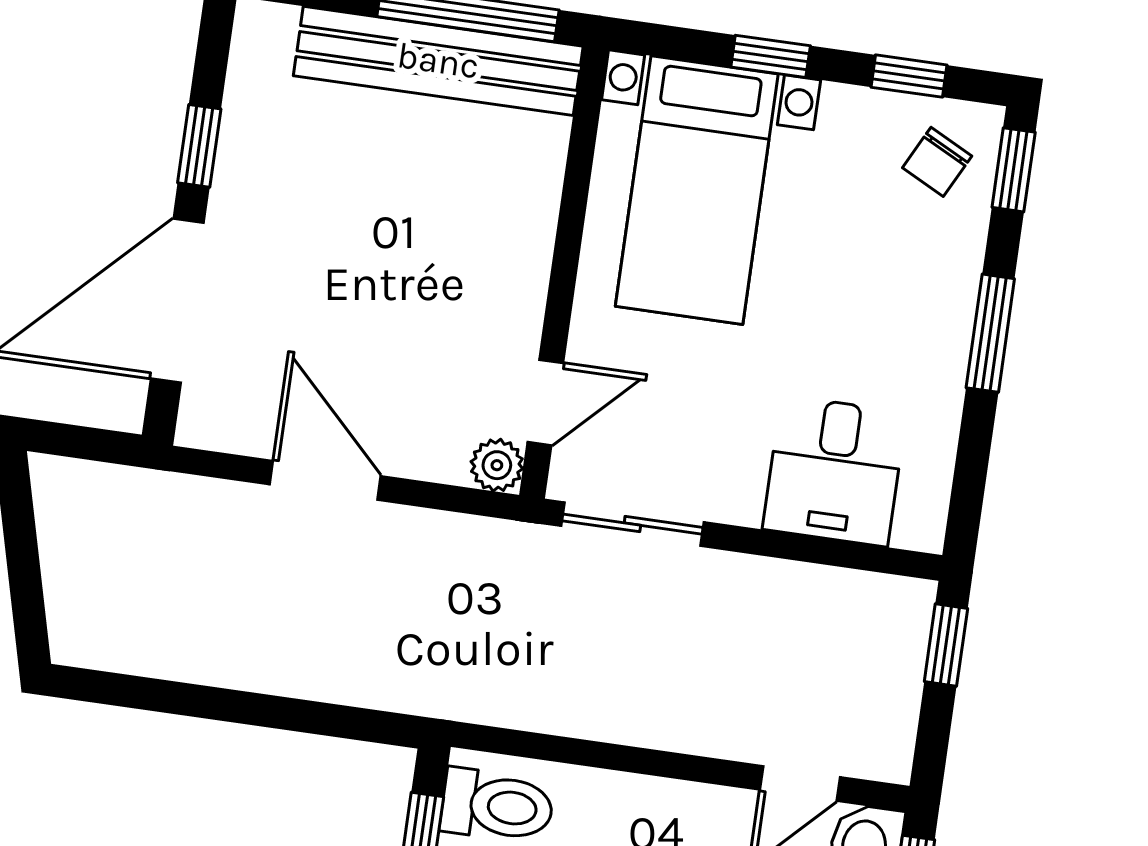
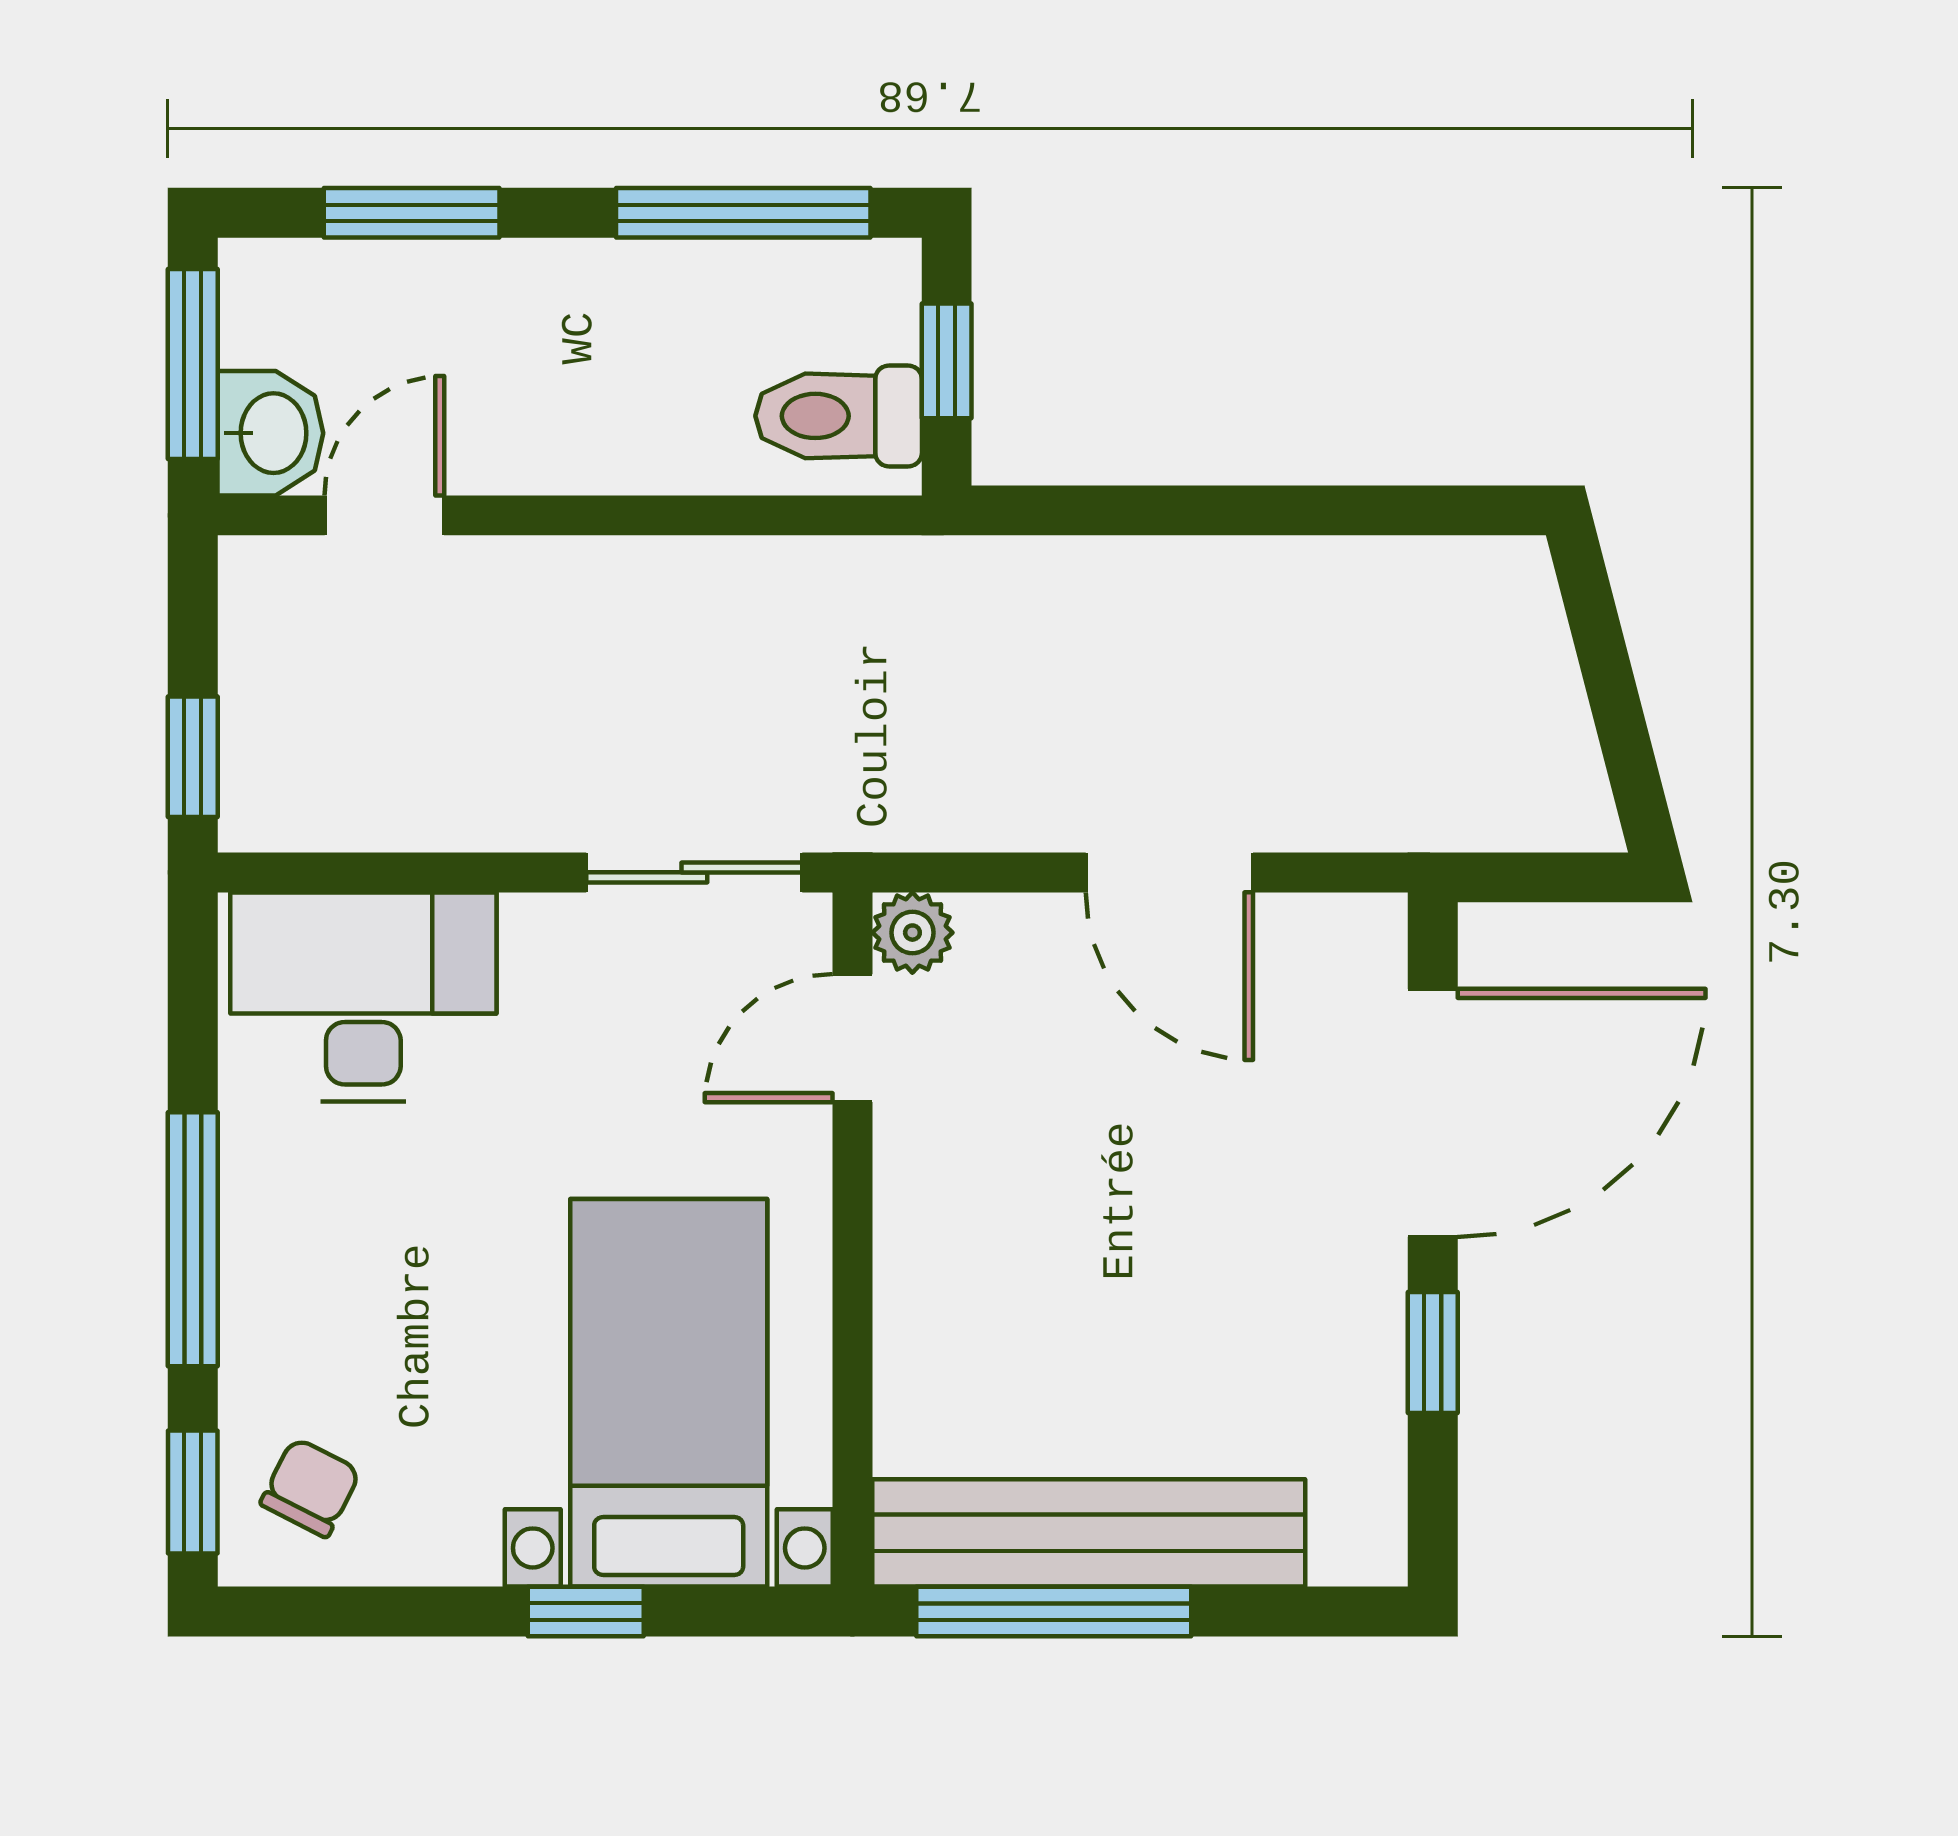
window: (909, 76) -> (372, 1612), removed
window: (990, 333) -> (193, 1239), width x1.44
desk: (834, 471) -> (363, 997), width x1.37

